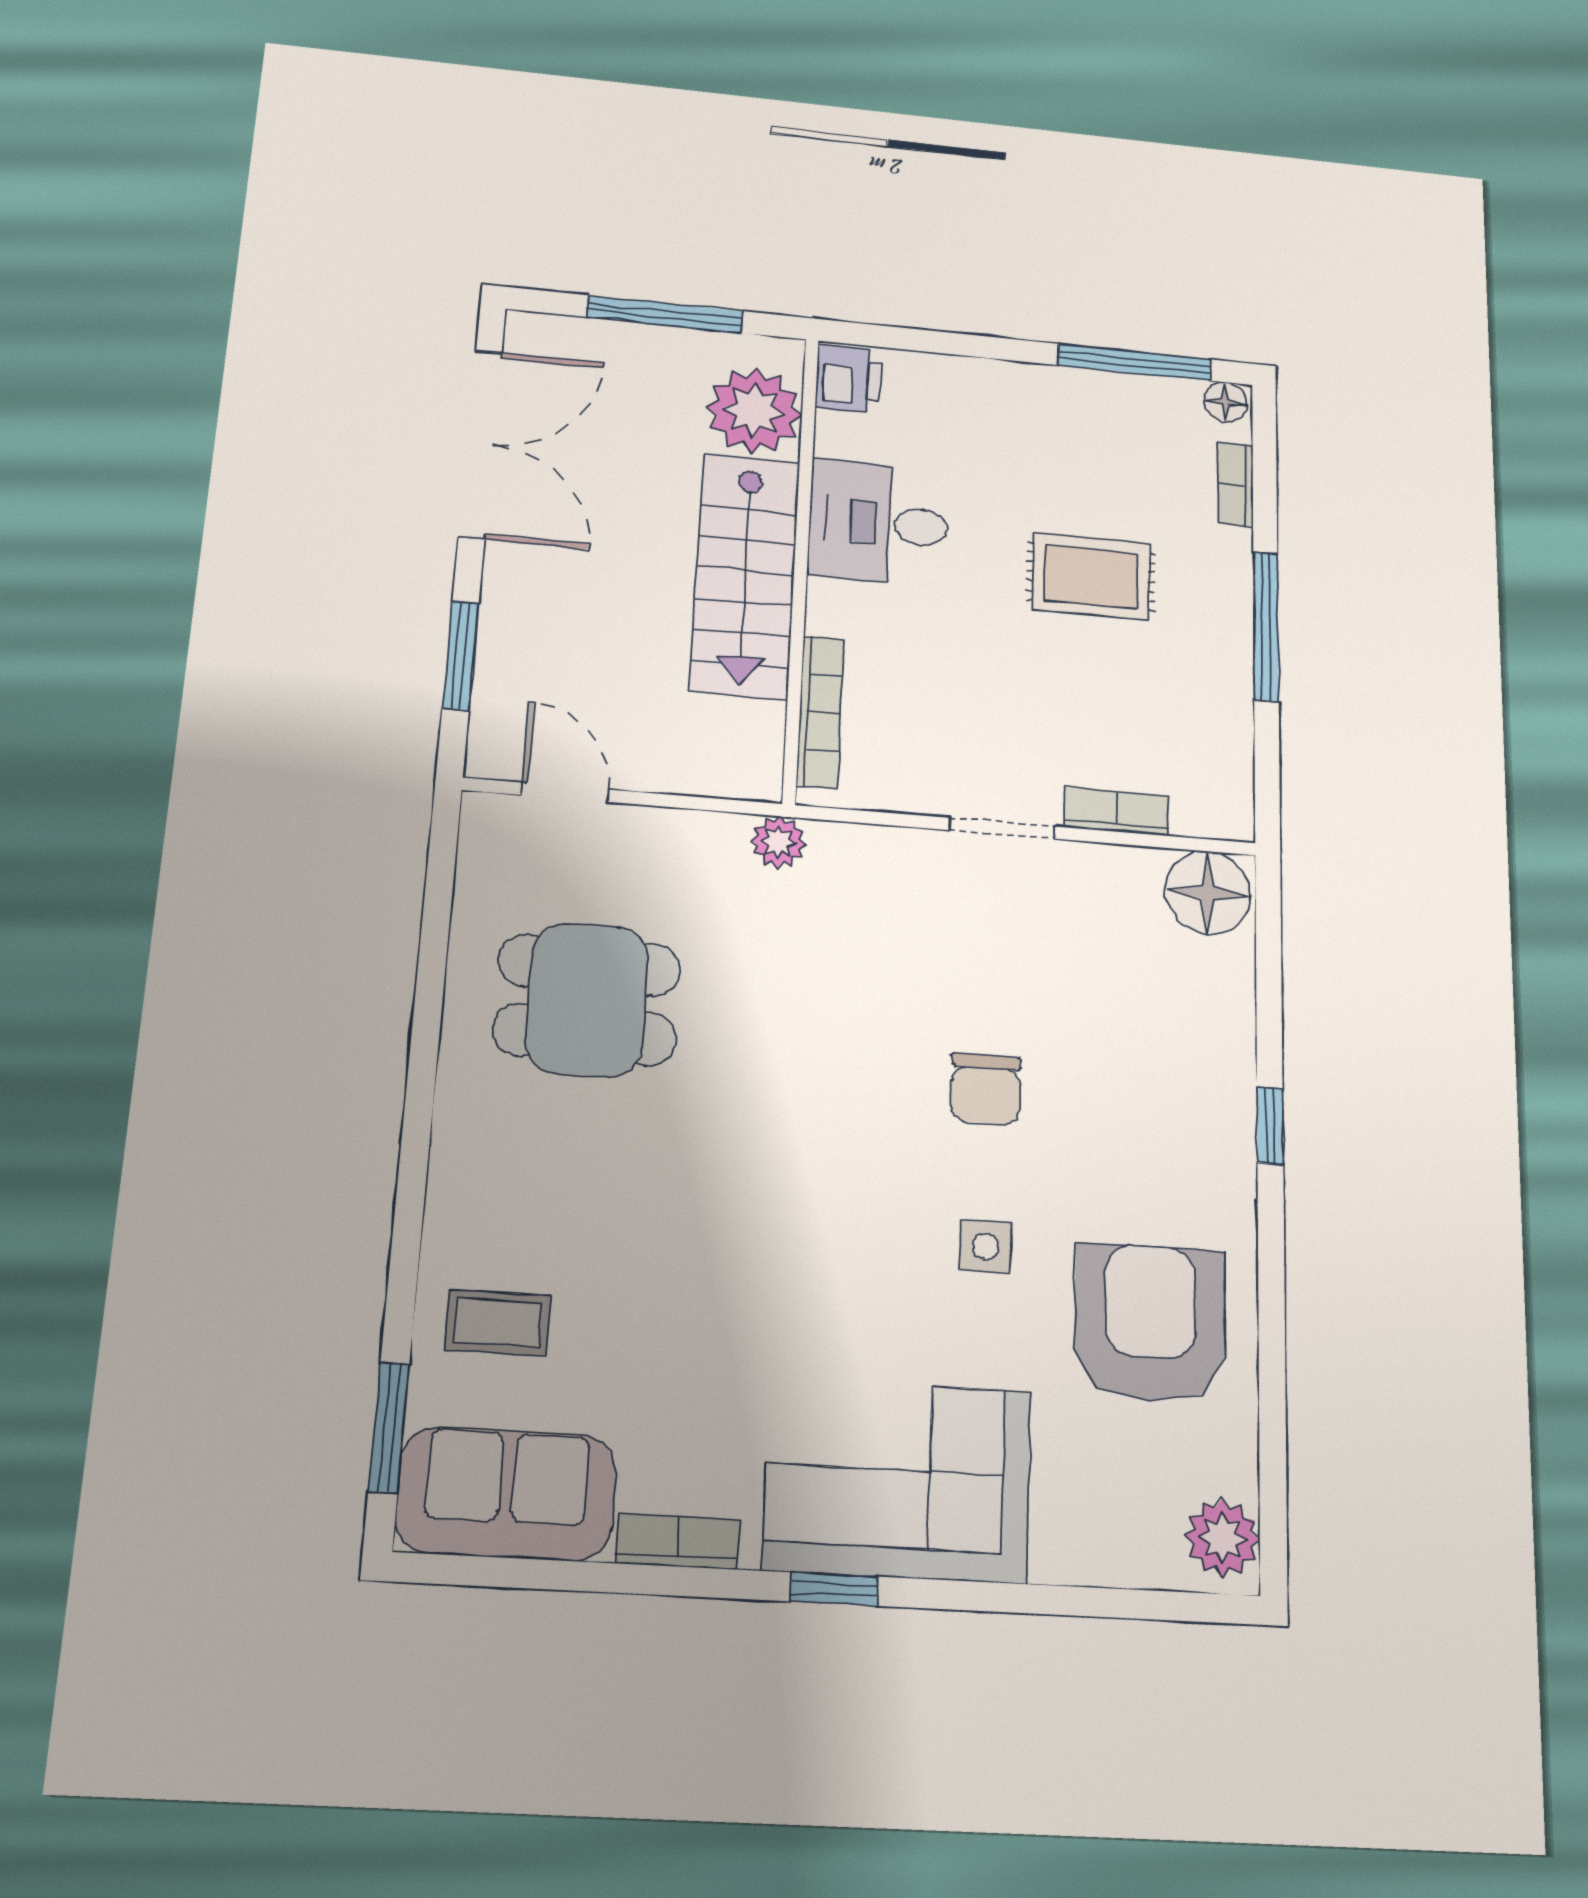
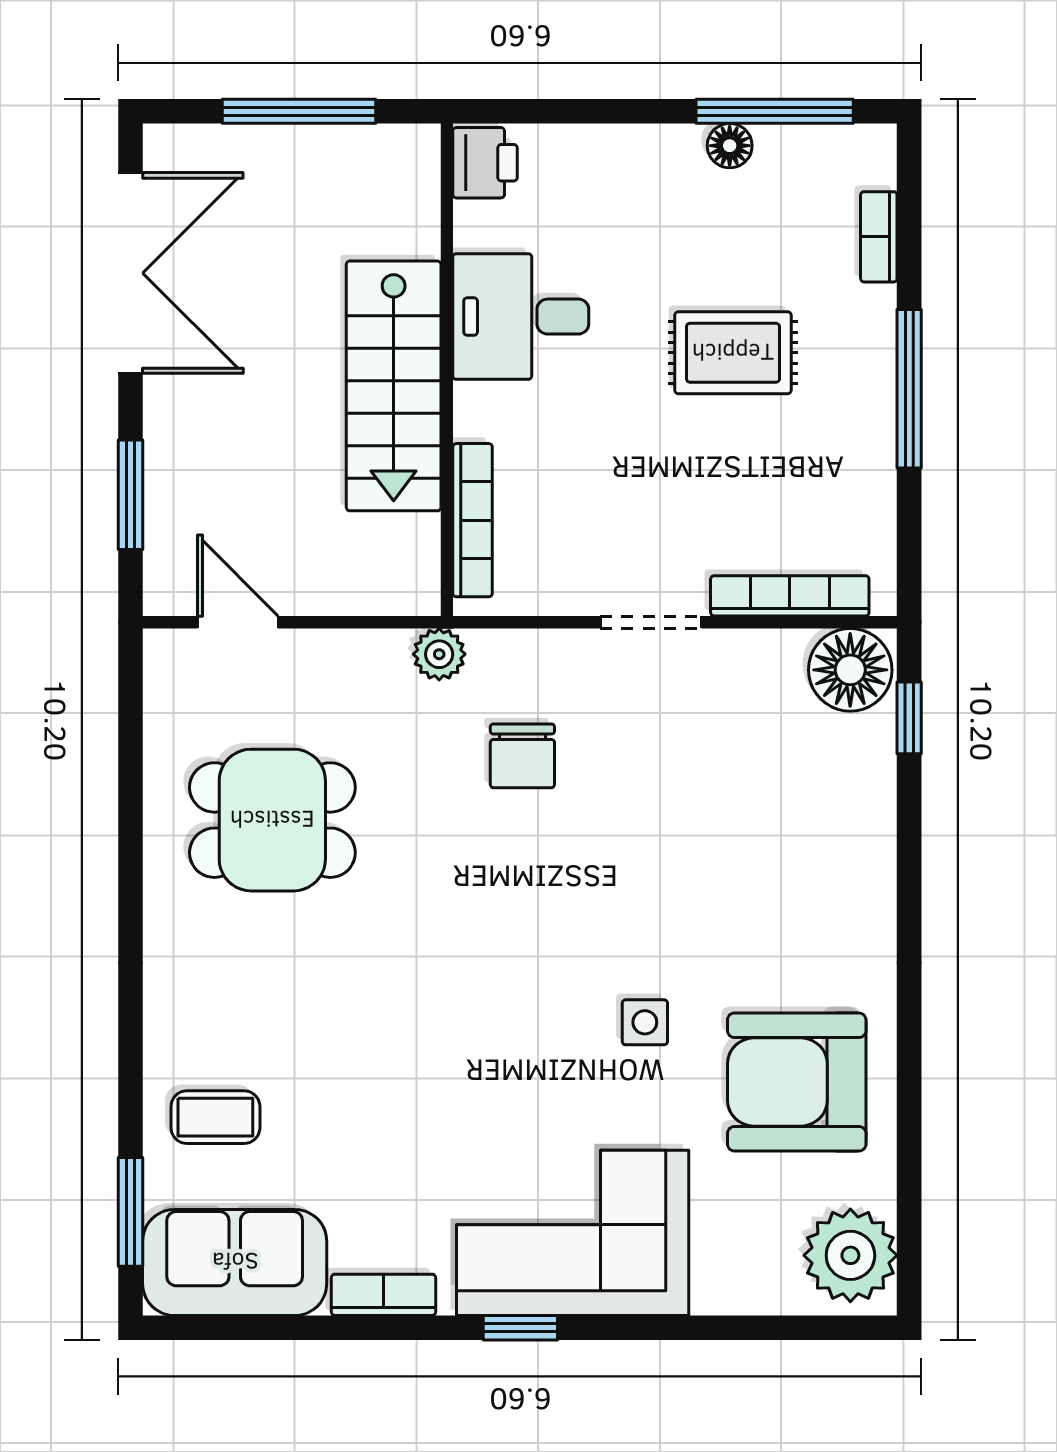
floor lamp: (1226, 402) -> (730, 146), moved
plant: (754, 411) -> (393, 208), removed
bookcase: (1117, 812) -> (790, 596), width x1.56
chair: (986, 1089) -> (522, 756), moved
window: (1270, 1126) -> (909, 718), moved
armchair: (1150, 1323) -> (797, 1082), turned -90
plant: (1222, 1538) -> (850, 1255), width x1.36, depth x1.36

